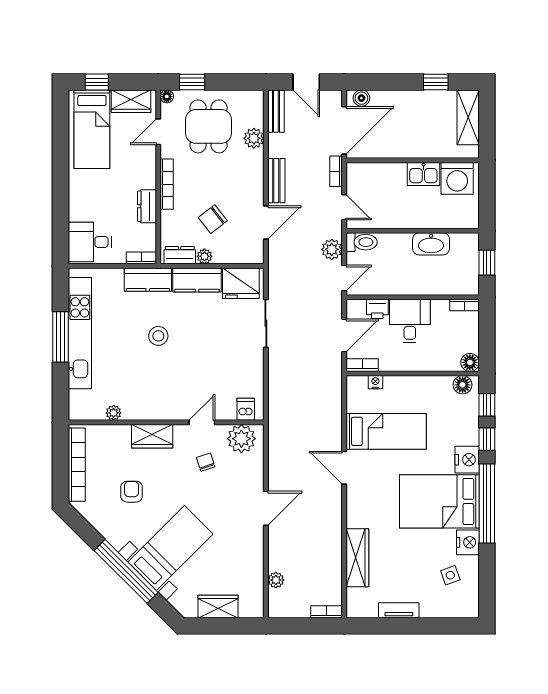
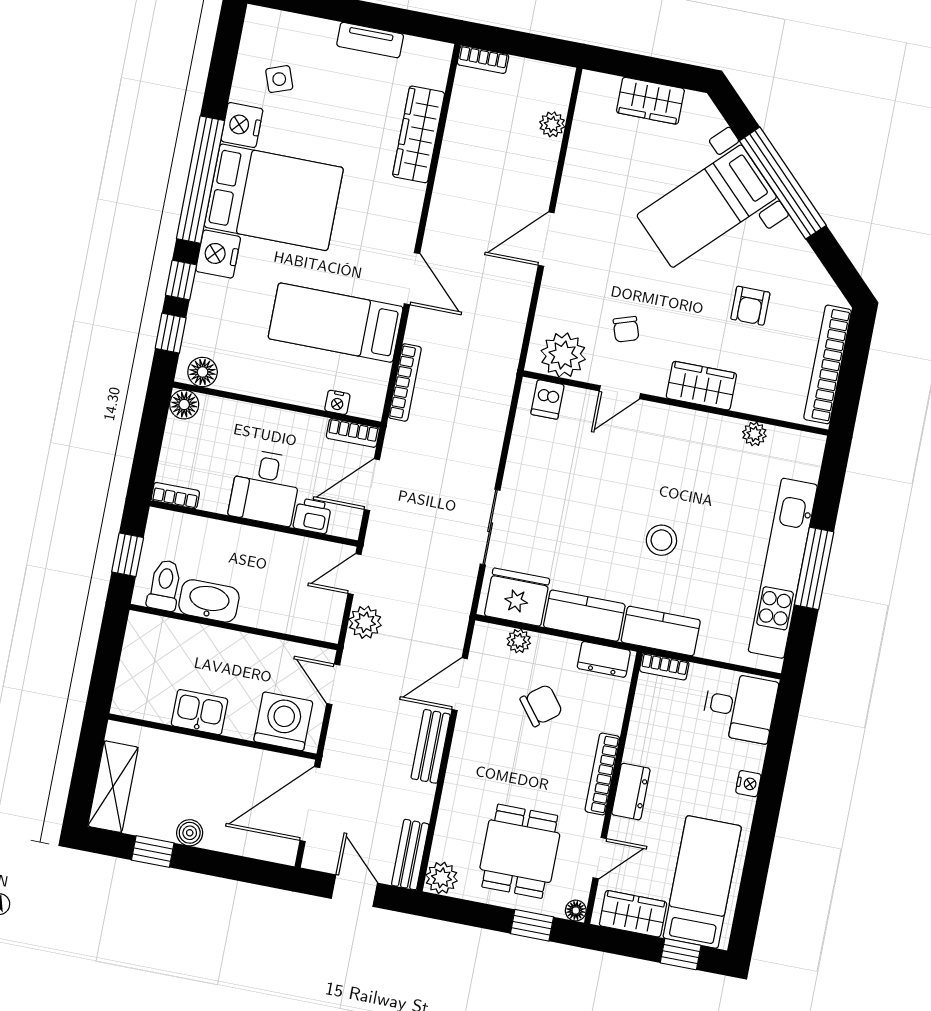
boiler: (361, 98) -> (190, 833), moved
plant: (254, 138) -> (442, 878), moved
bookcase: (336, 171) -> (405, 382), moved, width x1.56
washing machine: (457, 178) -> (283, 721), moved
nightstand: (75, 196) -> (748, 784), added
dresser: (147, 206) -> (631, 792), moved
toilet: (362, 242) -> (165, 585), moved, turned 90
plant: (204, 256) -> (519, 641), moved

